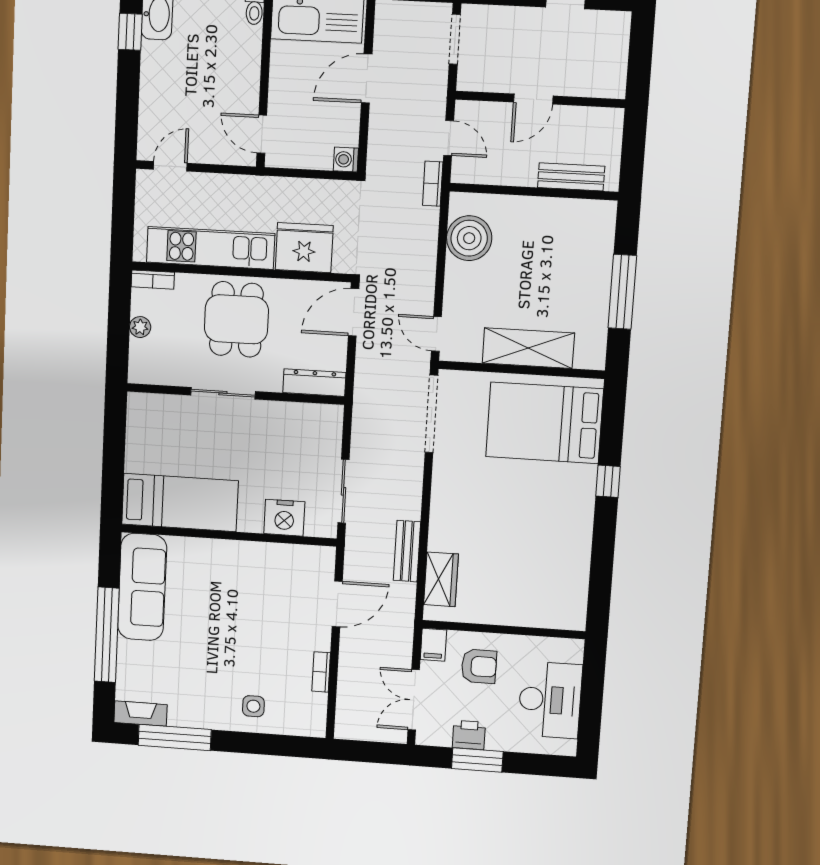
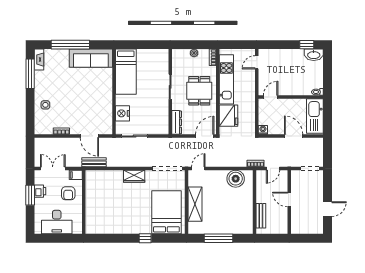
door: (170, 166) -> (257, 62), swing flipped
door: (354, 312) -> (205, 136), hinge flipped
dining table: (236, 319) -> (199, 91), turned 90
bench: (407, 551) -> (94, 162), moved
wardrobe: (441, 579) -> (134, 176), moved

